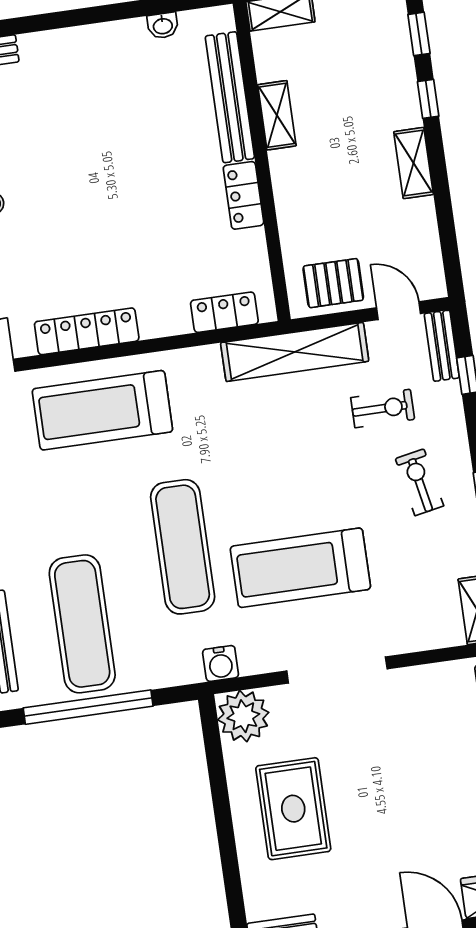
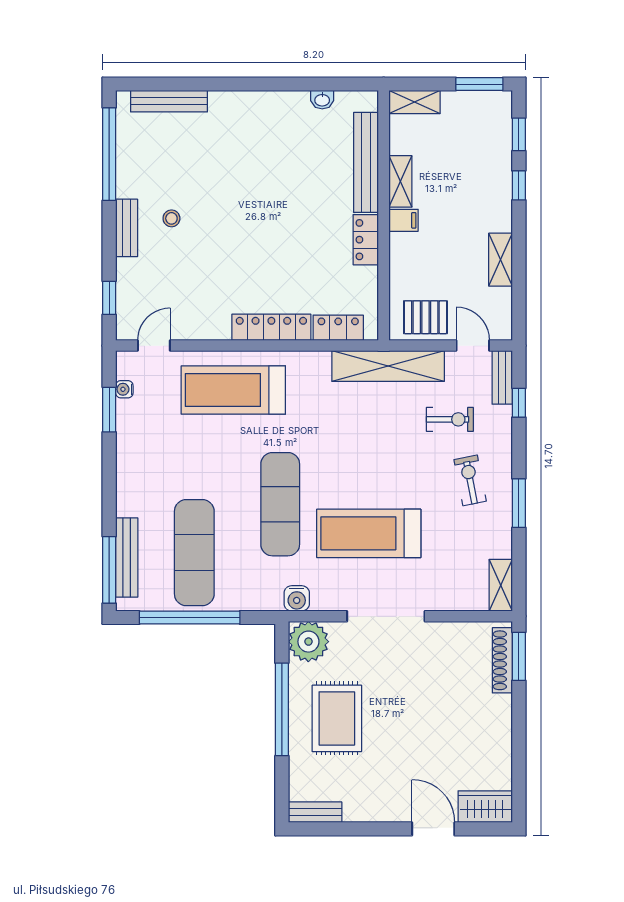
shelving: (414, 163) -> (501, 260), moved
filing cabinet: (288, 164) -> (403, 220), added
locker: (87, 331) -> (271, 327), moved
window: (222, 807) -> (282, 709), added

